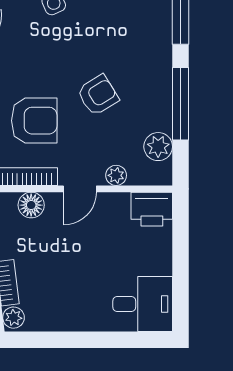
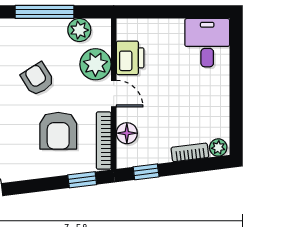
armchair: (34, 121) -> (58, 131), turned 180
plant: (116, 175) -> (95, 64), width x1.87, depth x1.87
printer: (152, 209) -> (130, 58), moved

